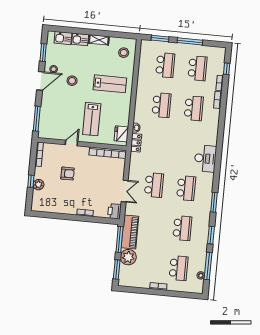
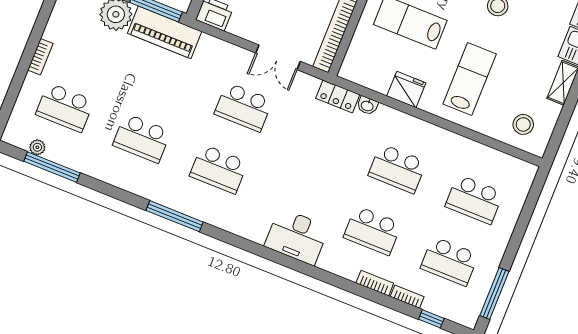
window: (160, 39) -> (530, 204), removed
window: (190, 41) -> (494, 294), moved
lab bench: (110, 84) -> (470, 79), turned 180
fridge: (121, 134) -> (406, 90), moved
desk: (205, 158) -> (297, 236), moved
double door: (125, 191) -> (278, 57), moved
window: (214, 202) -> (175, 216), width x1.44
window: (211, 235) -> (111, 191), removed

